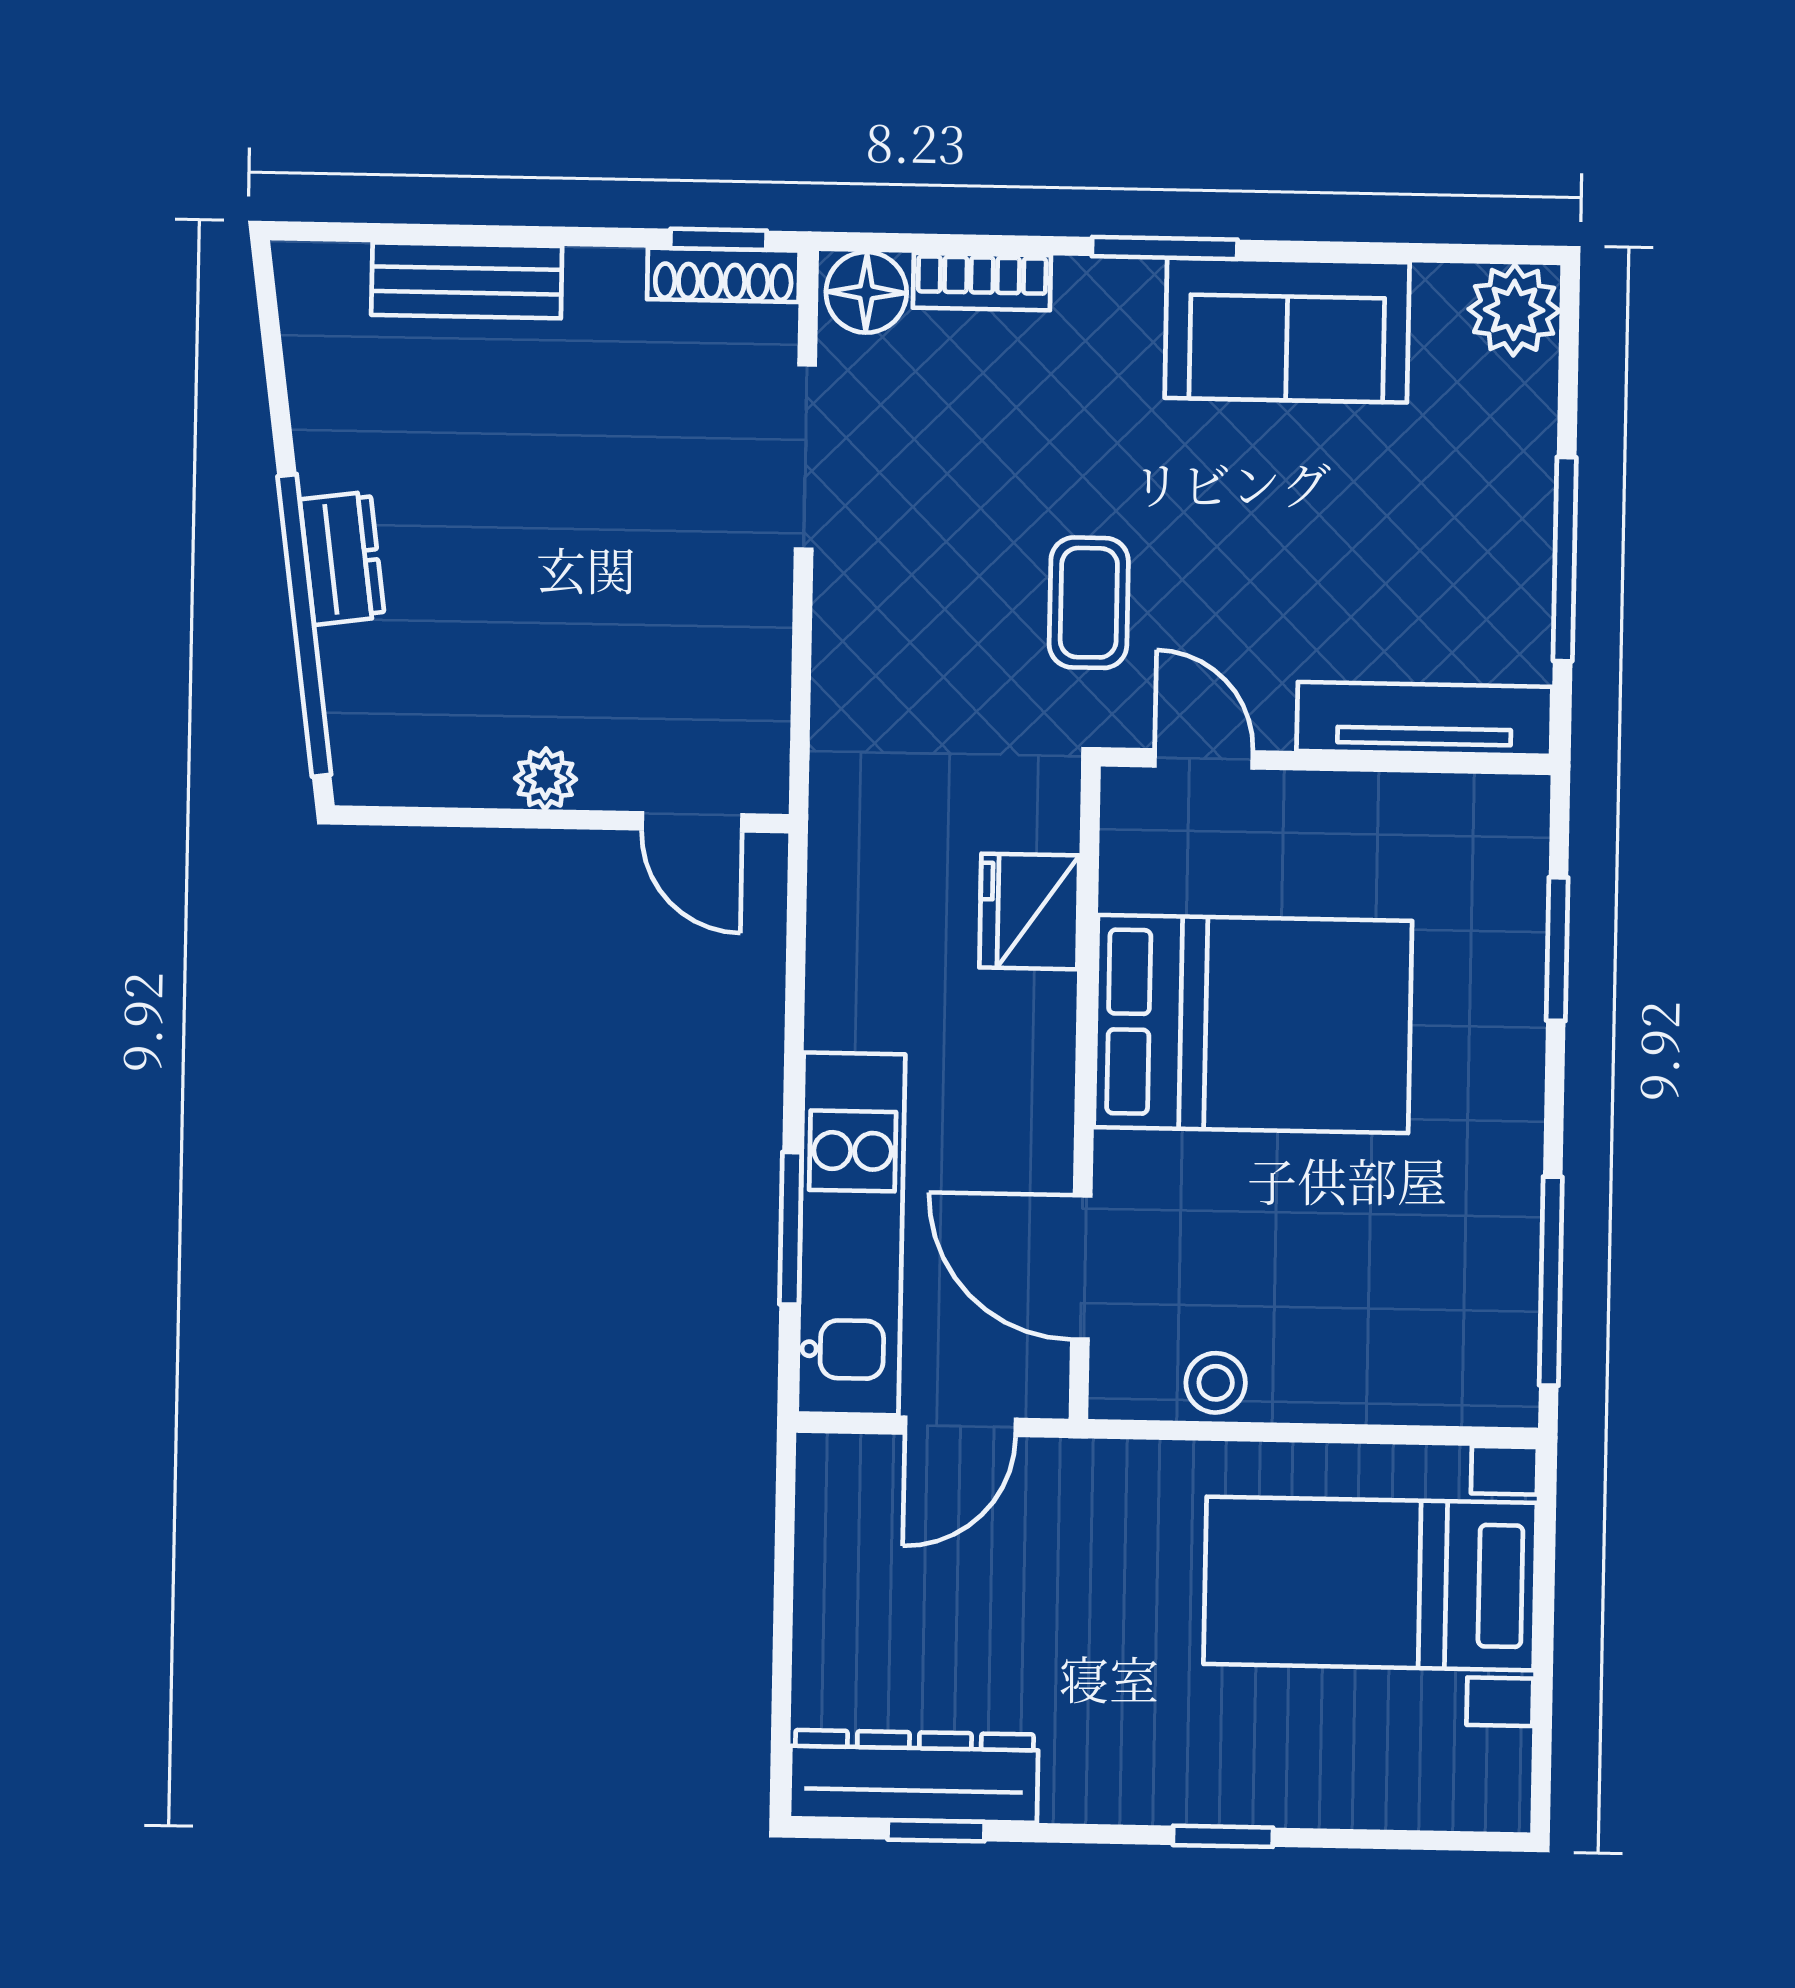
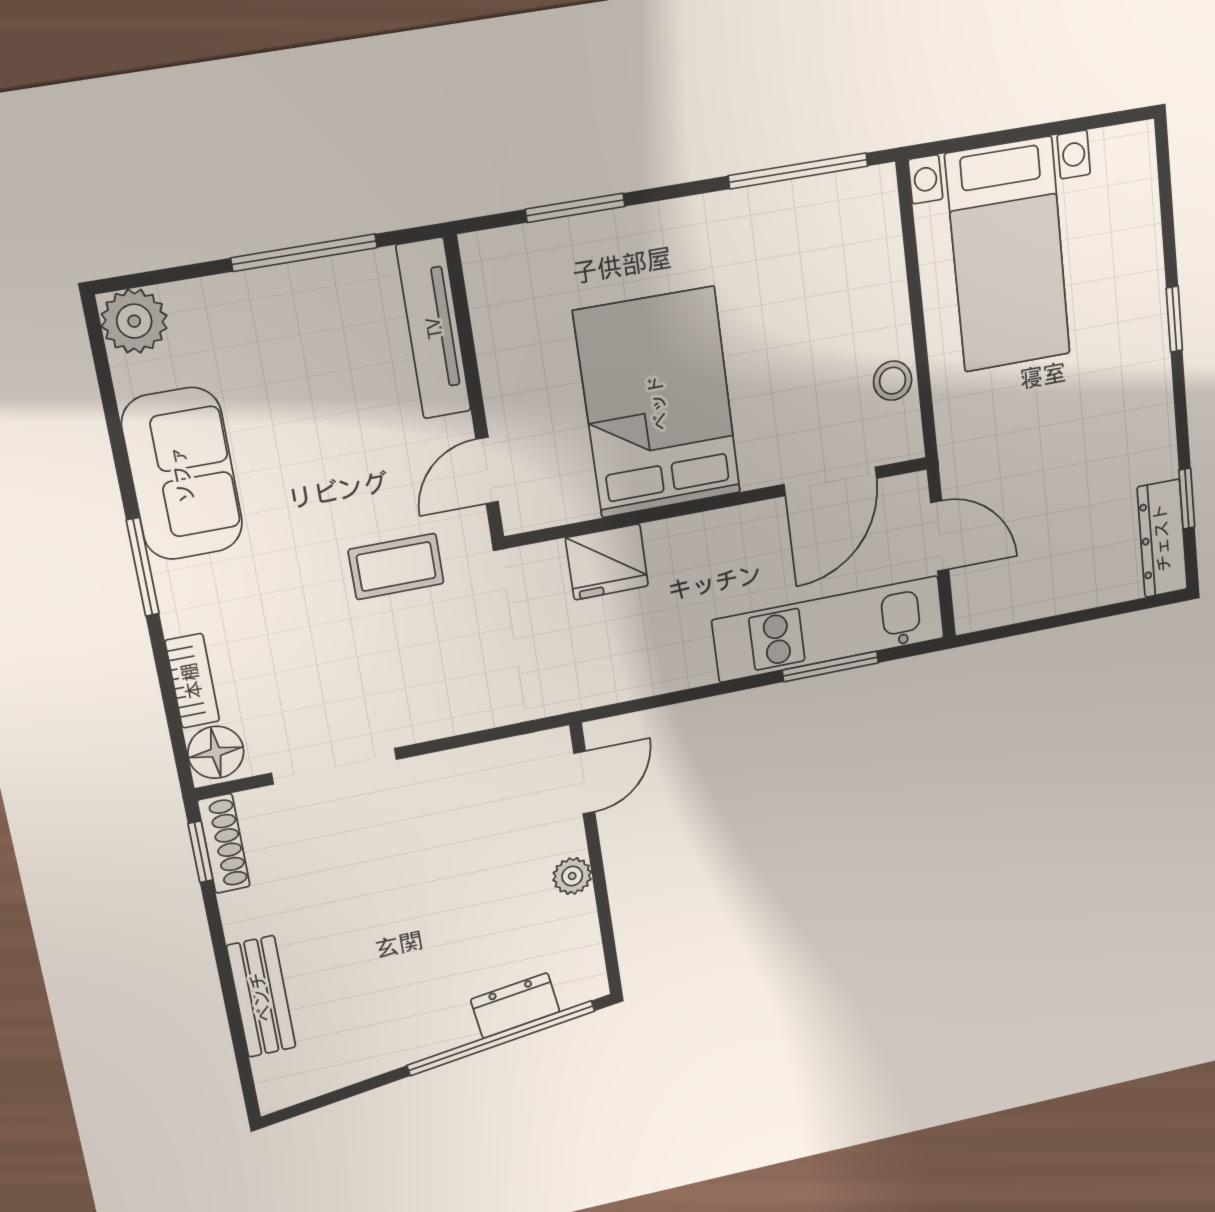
dresser: (342, 558) -> (515, 1006), moved
dresser: (914, 1776) -> (1162, 538), width x0.73, depth x0.80

